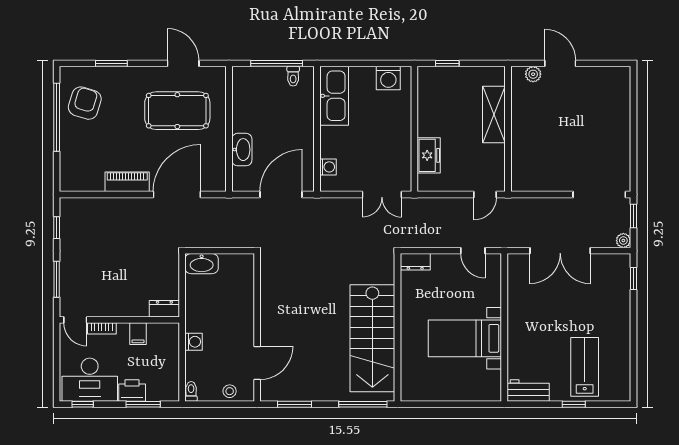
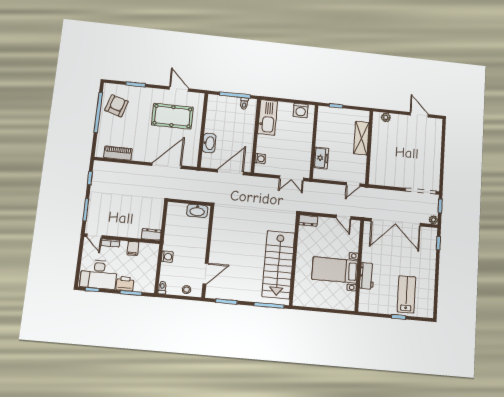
door: (560, 63) -> (419, 115), moved
piano: (127, 182) -> (118, 153), moved
double door: (560, 251) -> (396, 222), width x1.36
washbasin: (202, 264) -> (197, 211), moved
workbench: (528, 391) -> (367, 276), moved, turned 90

